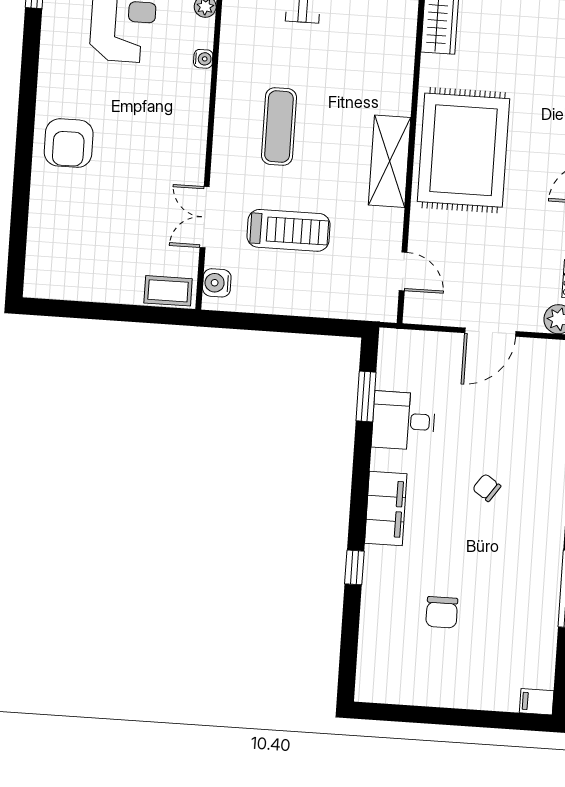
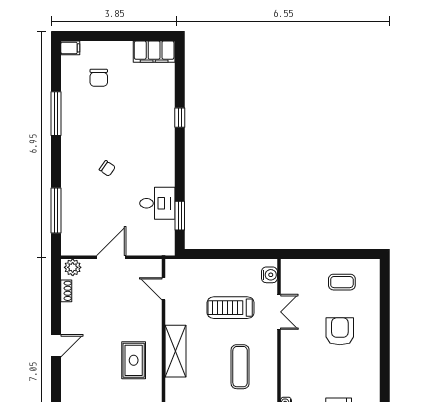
armchair: (69, 143) -> (340, 331), moved
rug: (463, 150) -> (134, 360), width x0.54, depth x0.49
coffee table: (168, 291) -> (342, 282), moved
filing cabinet: (386, 508) -> (154, 52), moved, turned -90
chair: (442, 612) -> (99, 78), moved, turned 180

